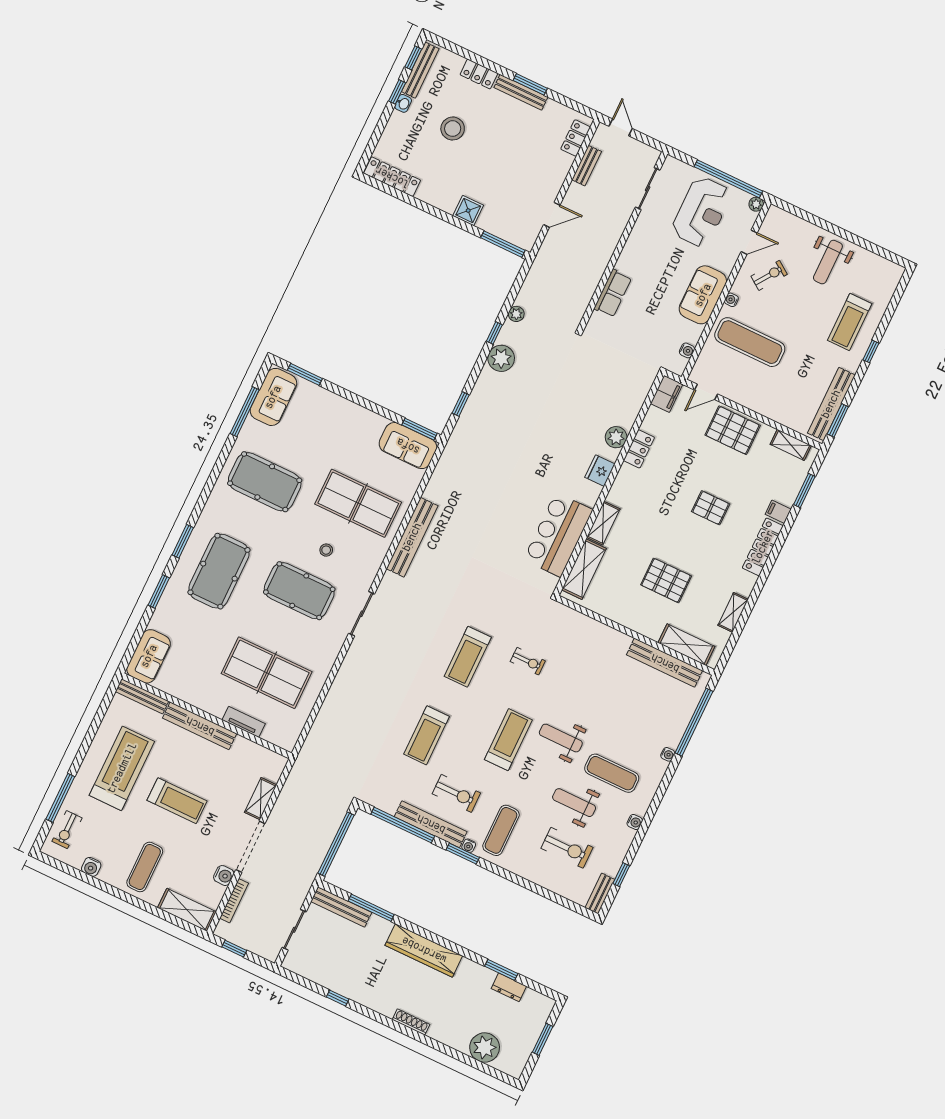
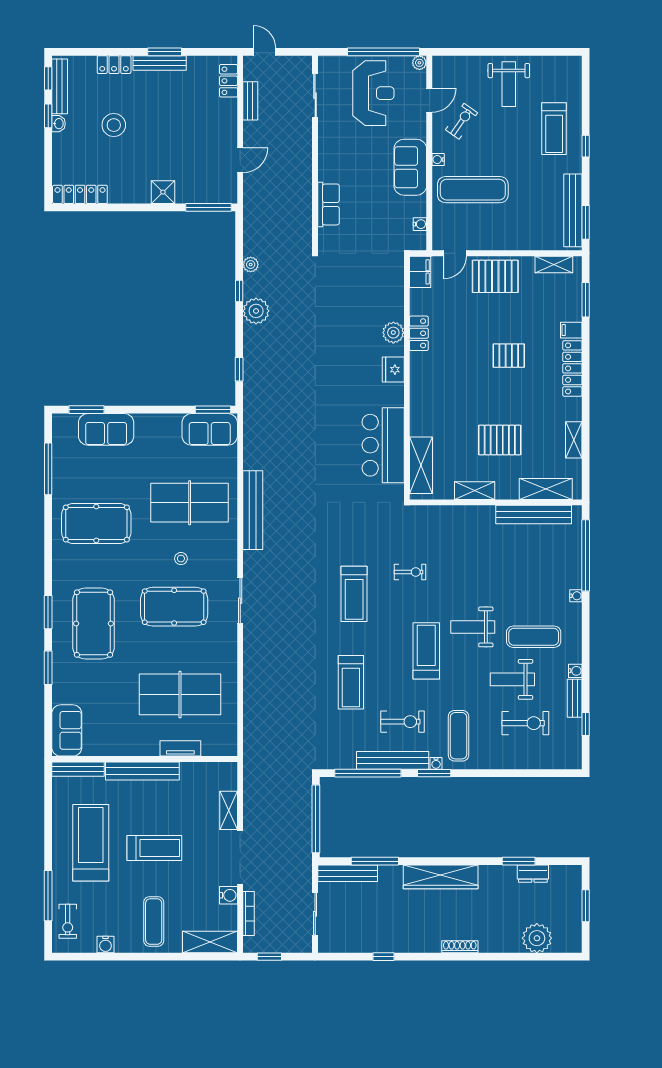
sofa: (273, 397) -> (106, 429), moved, turned 90
shelving: (603, 523) -> (475, 491), moved, turned 90
bench: (600, 894) -> (575, 698), moved

